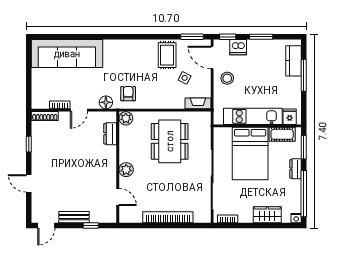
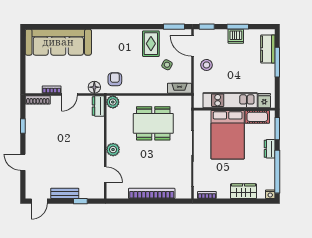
dishwasher: (238, 47) -> (236, 36), moved
dresser: (110, 134) -> (98, 106), moved
dining table: (170, 141) -> (153, 123), turned 90

